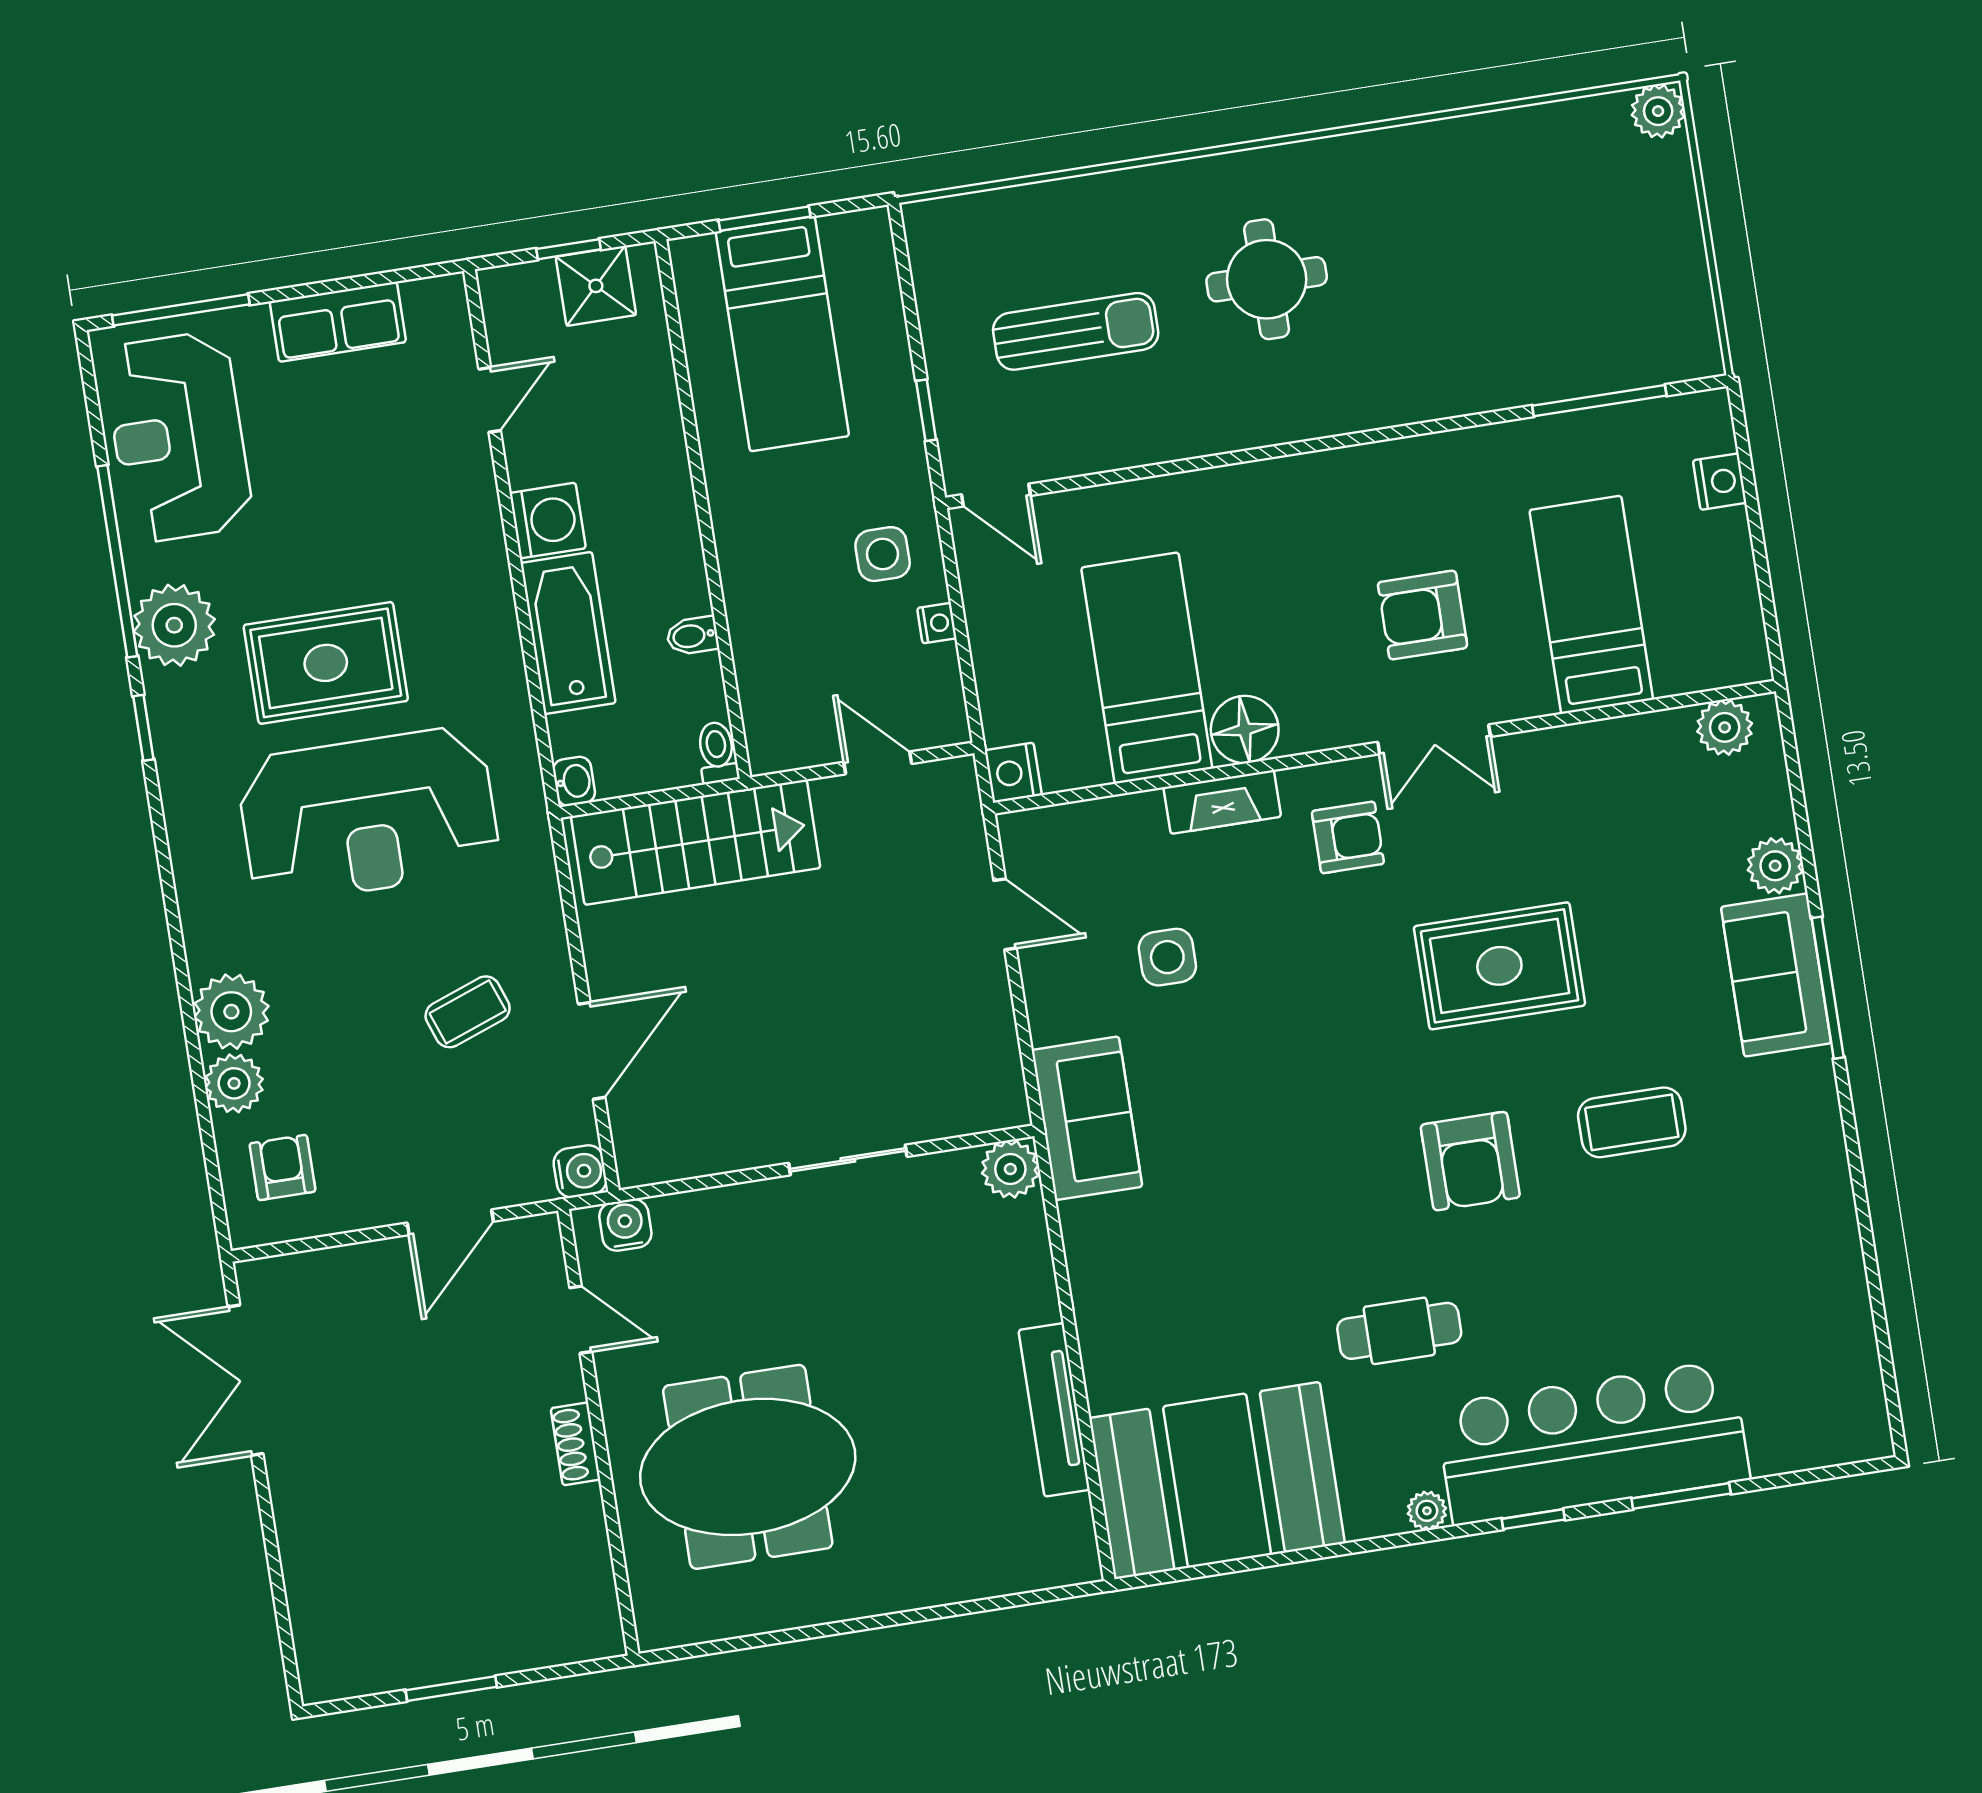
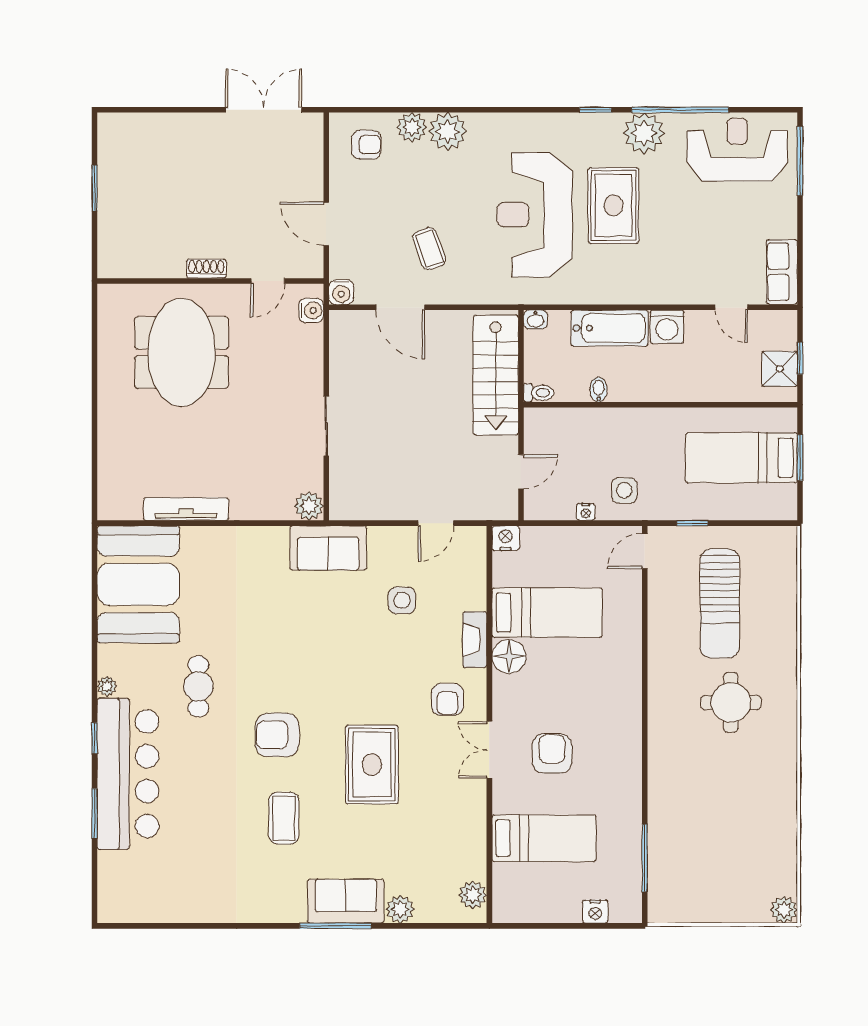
row of seats: (338, 322) -> (782, 272), moved
sun lounger: (1076, 331) -> (720, 604), width x1.36, depth x1.34

